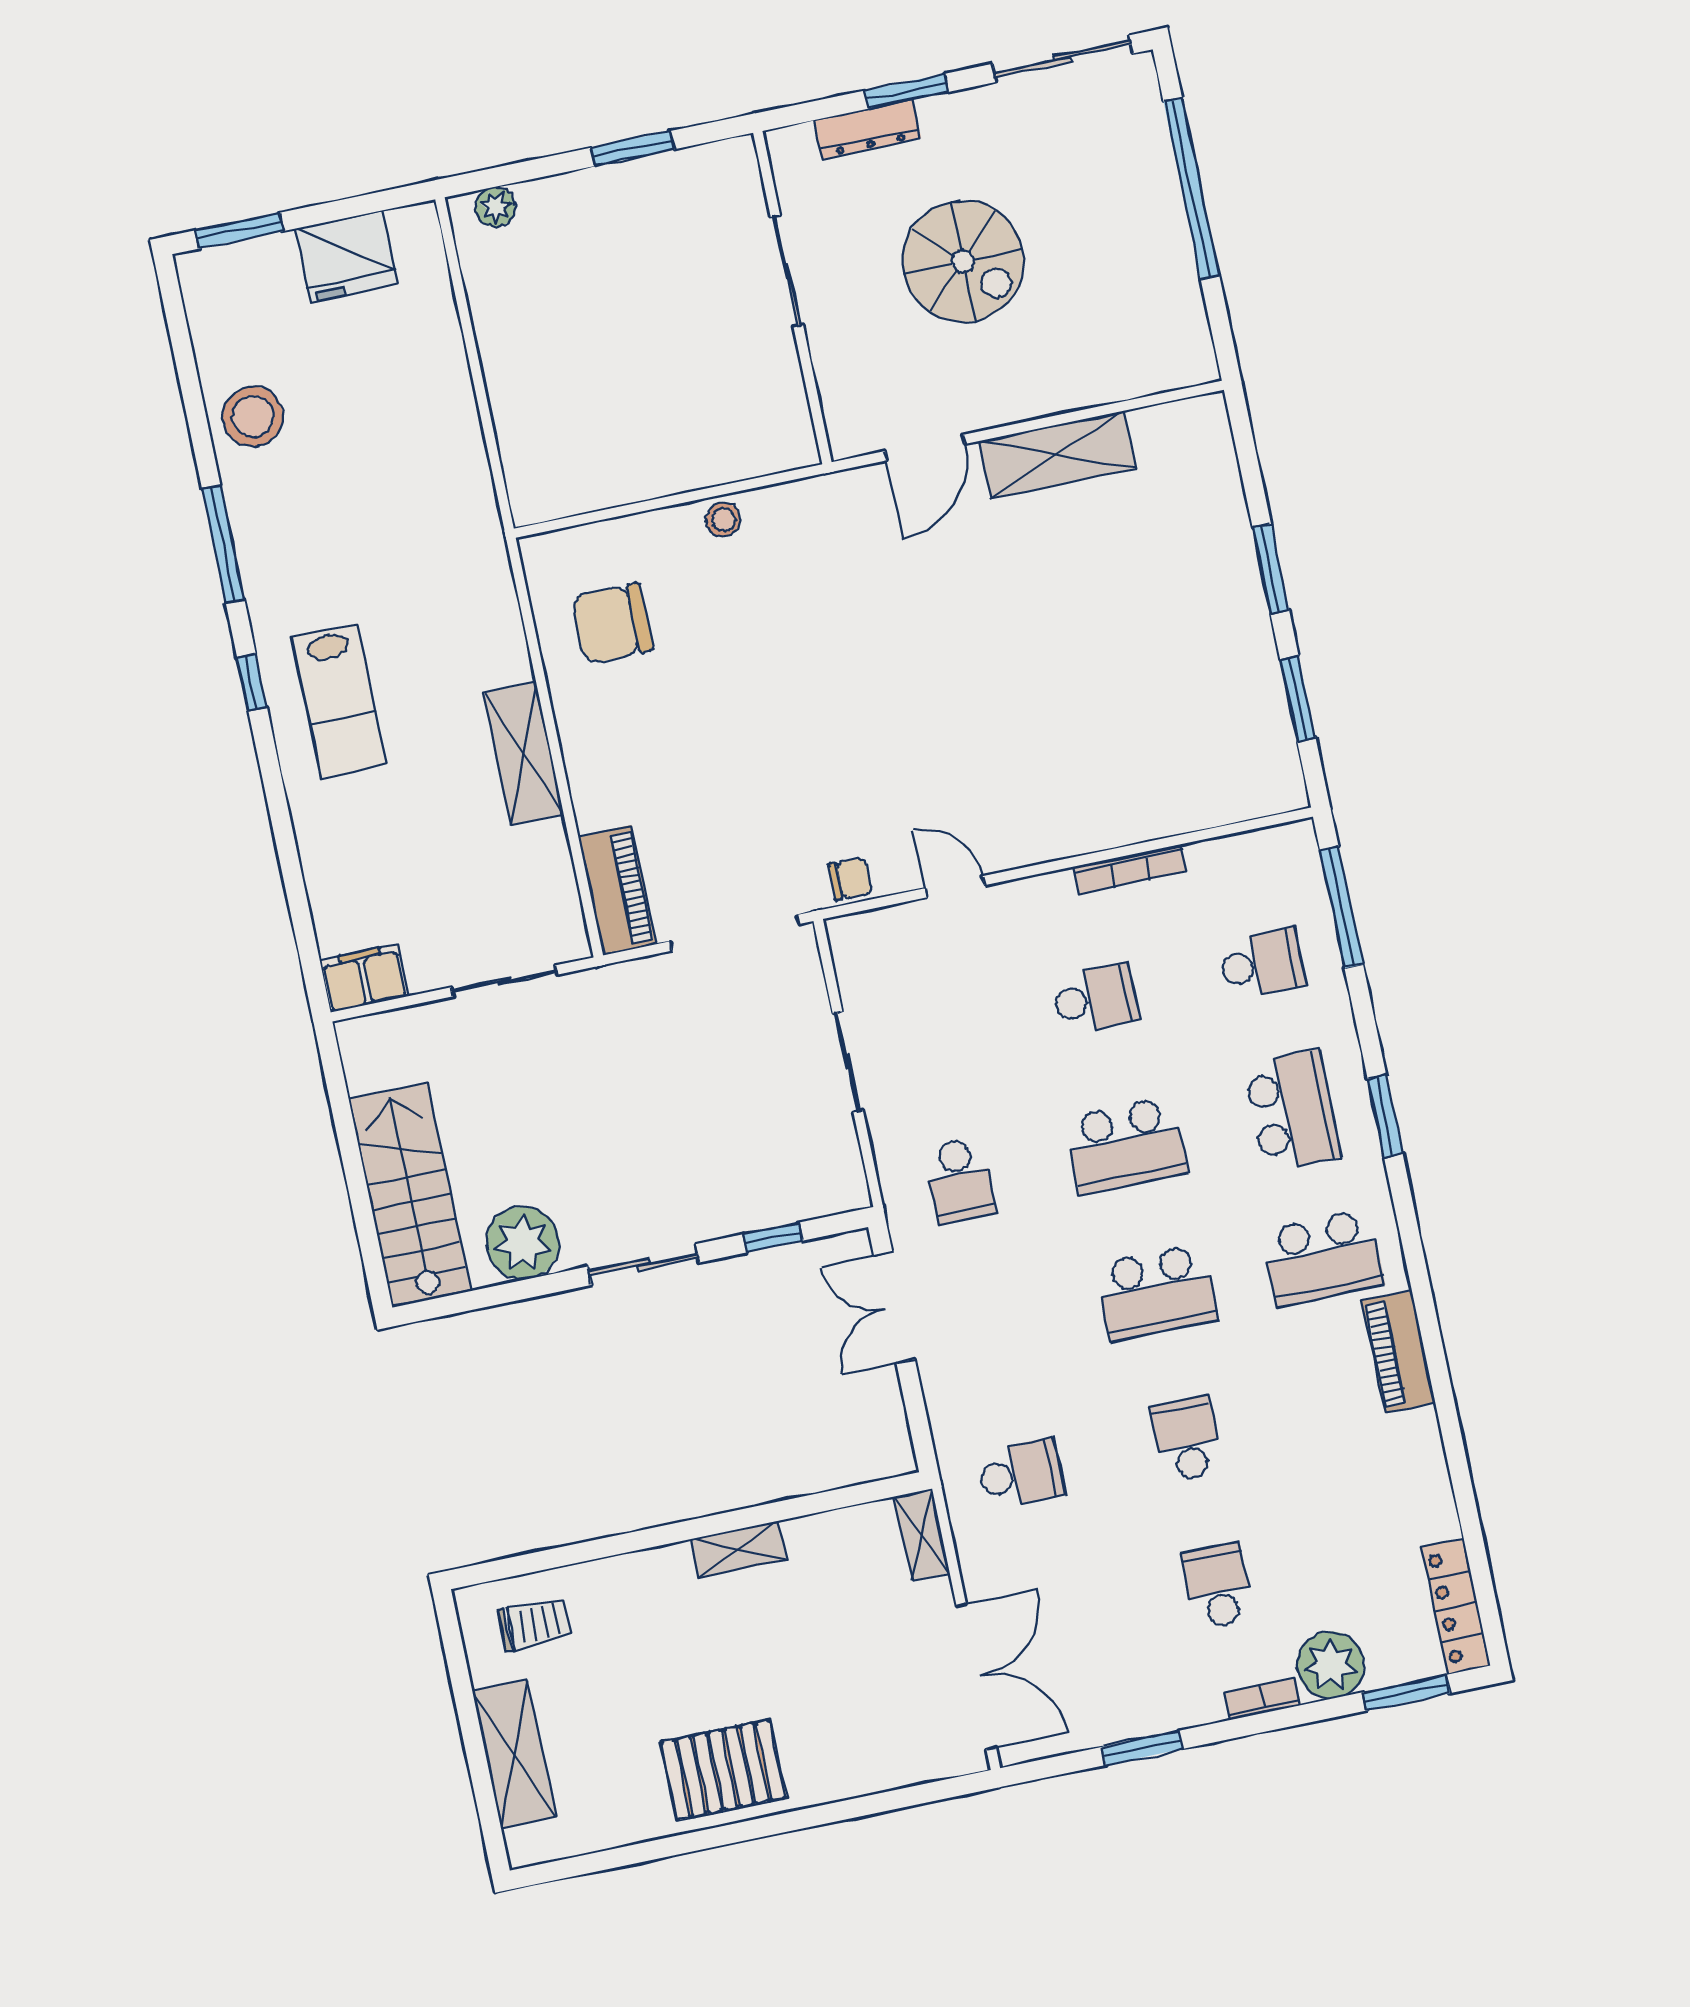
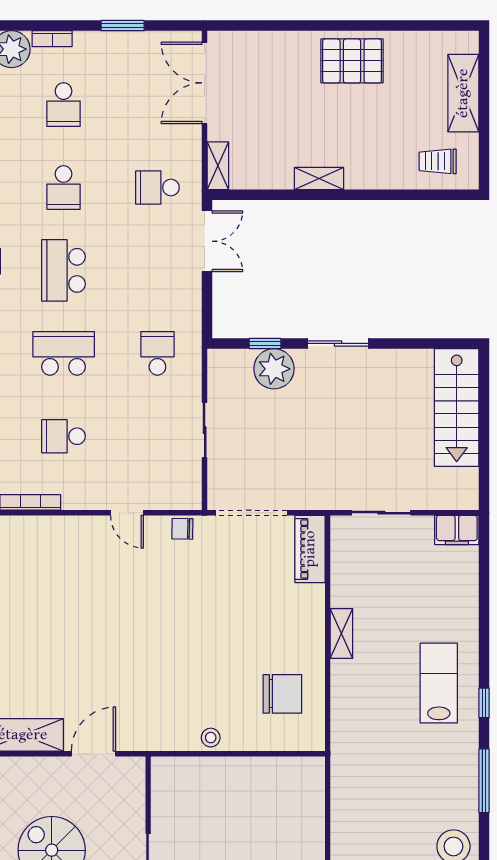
shelving: (524, 754) -> (341, 634), width x0.67, depth x0.75
plant: (523, 1243) -> (274, 369), moved
school desk: (1157, 1292) -> (64, 270), turned -90
double door: (894, 1307) -> (207, 241), moved

